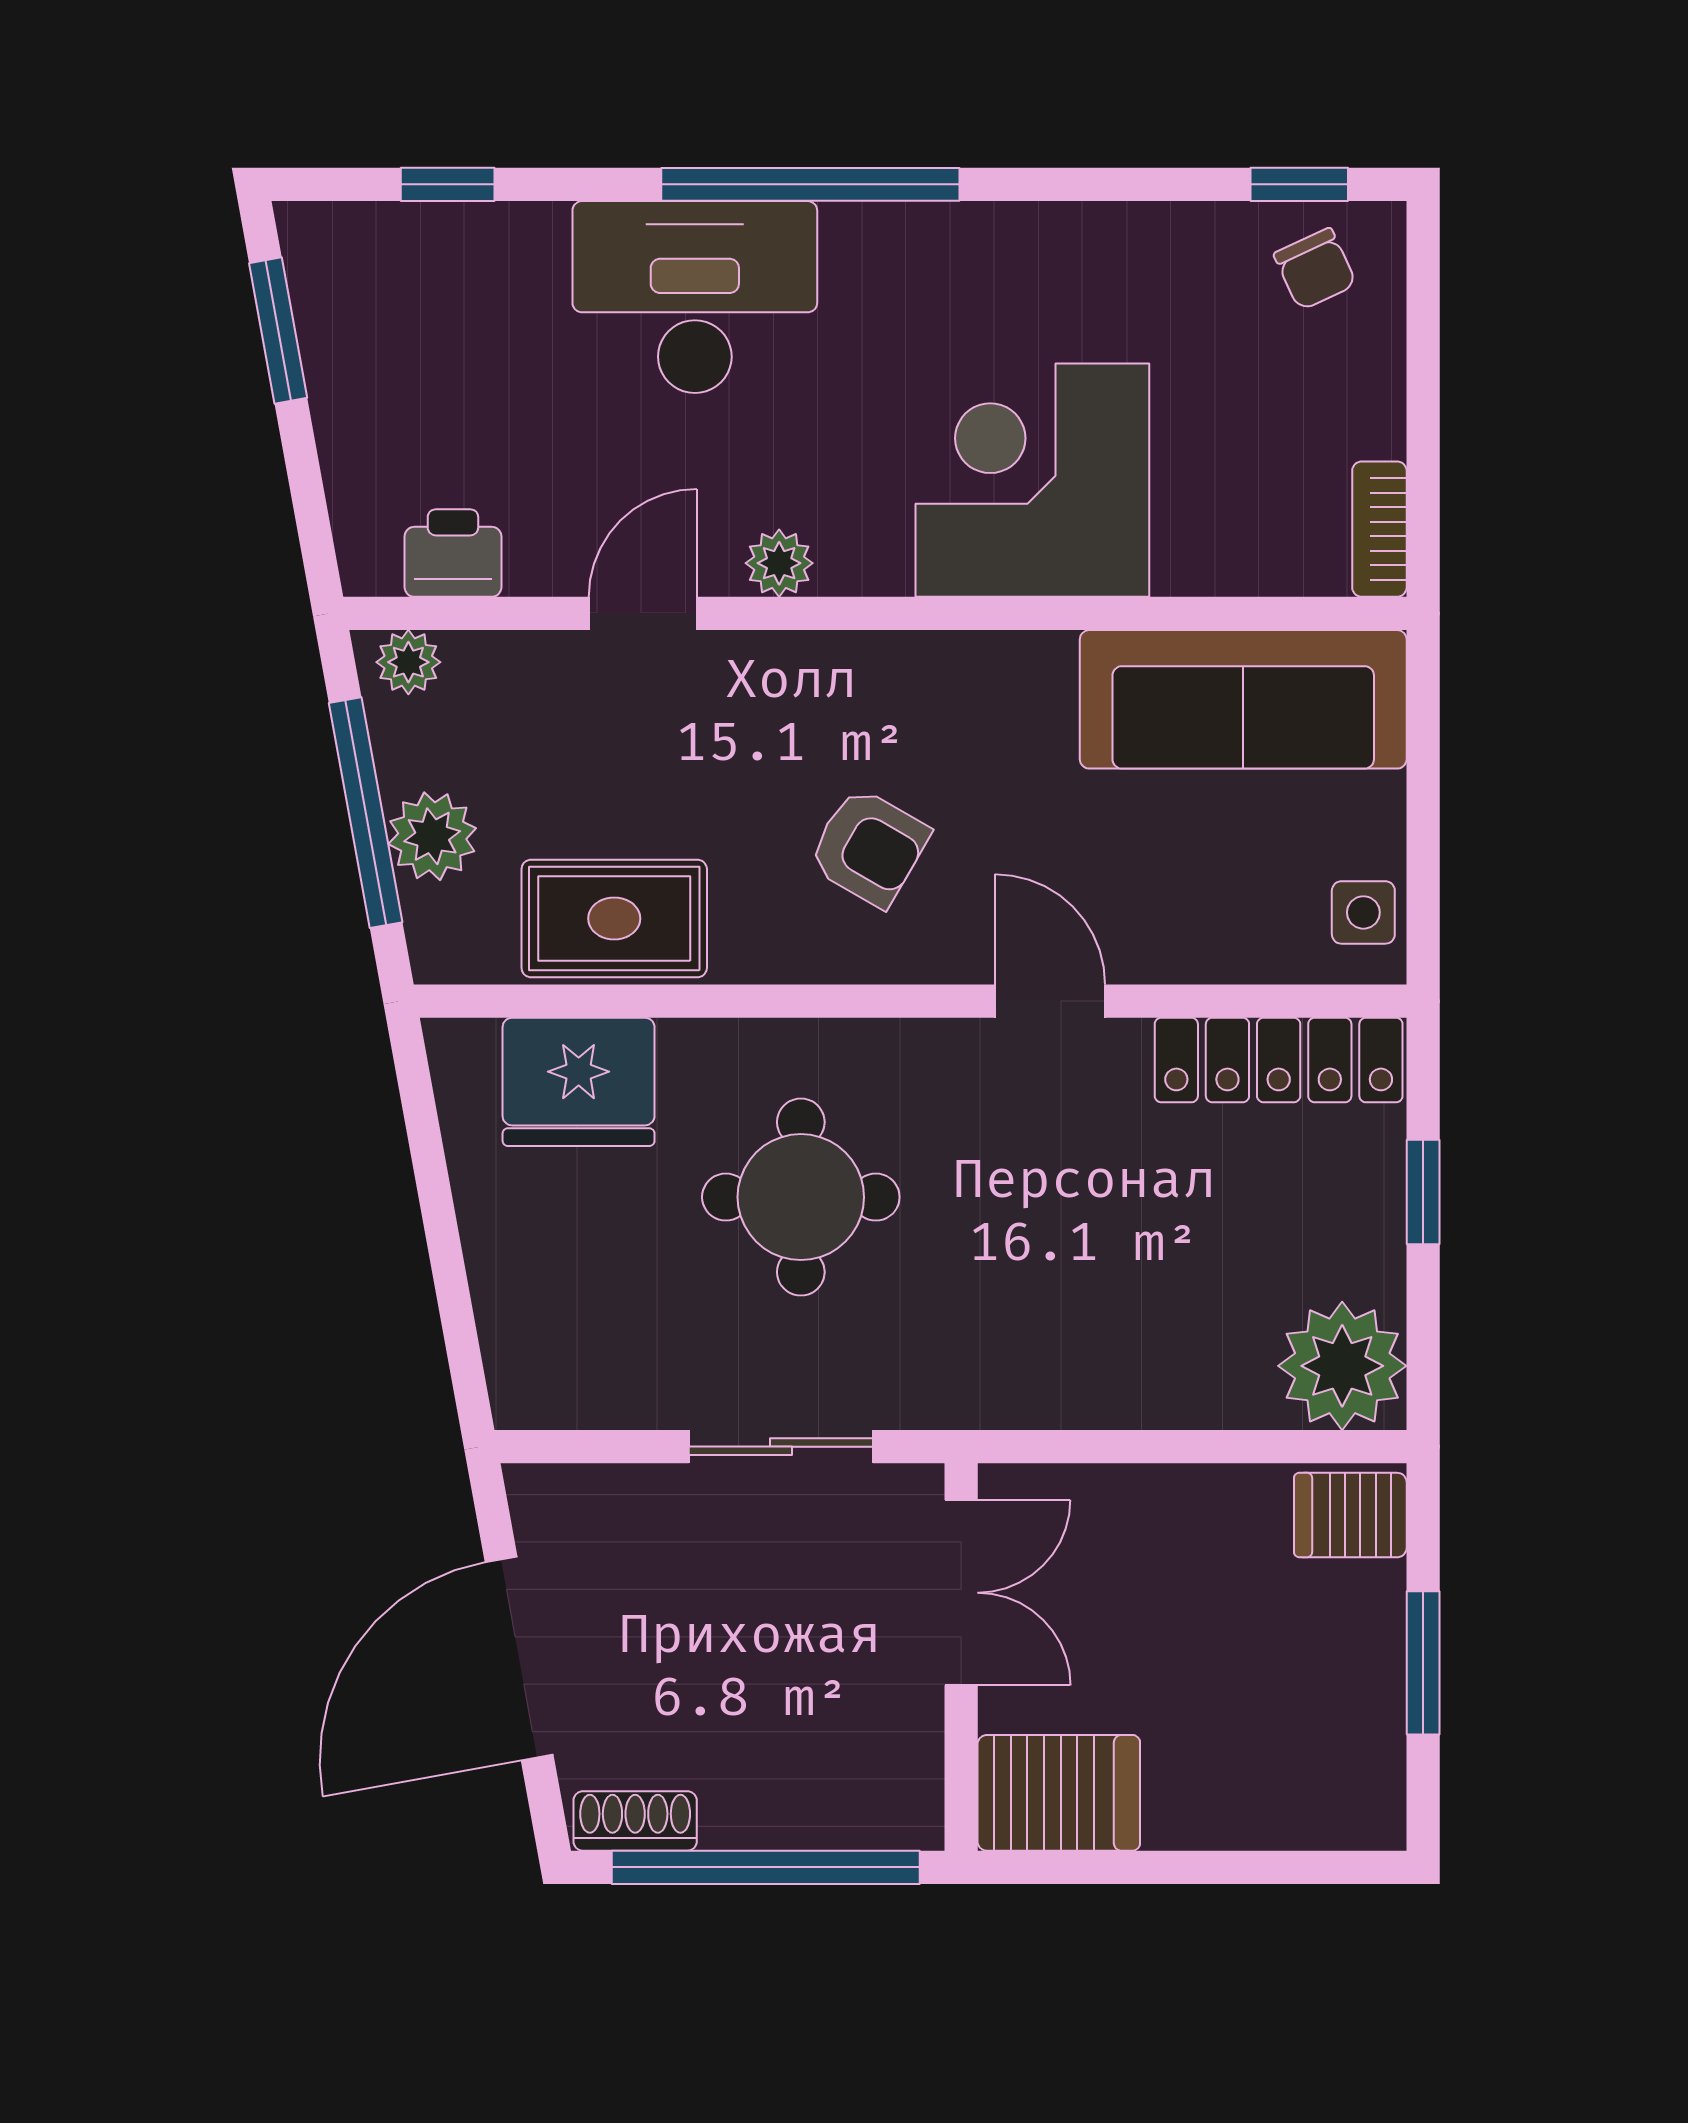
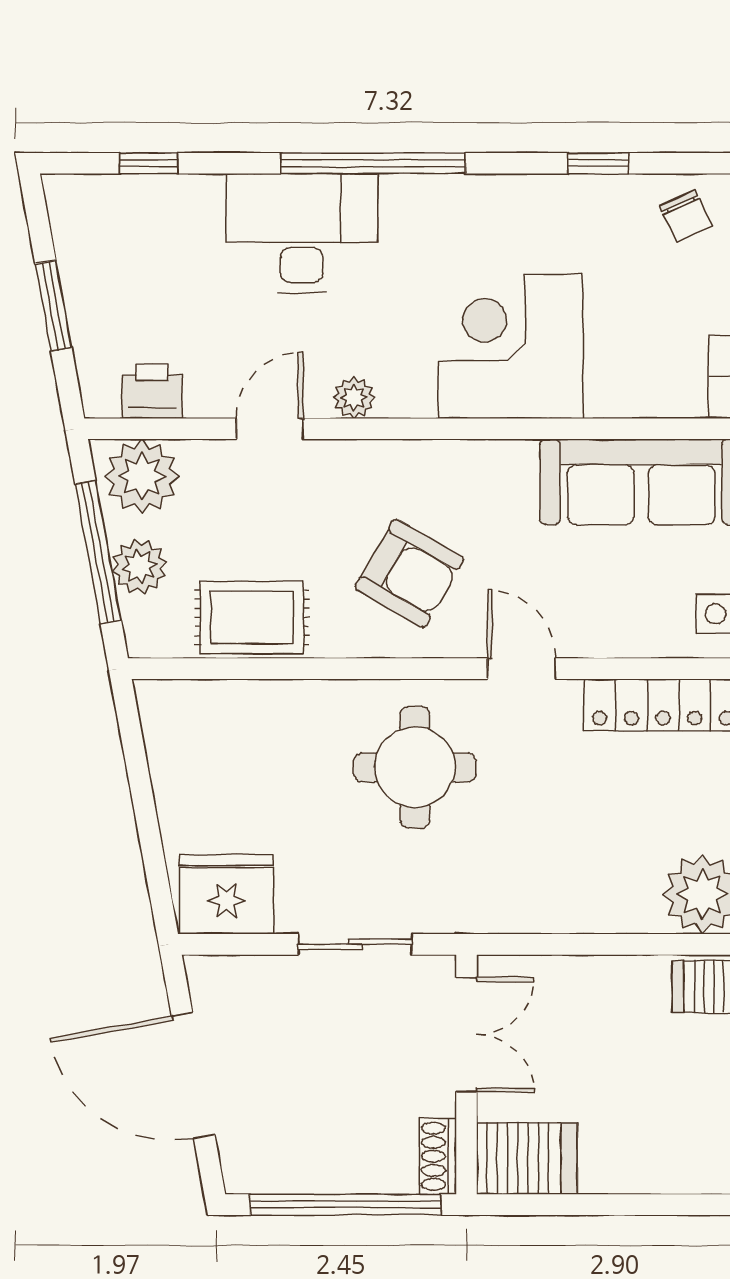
window: (1299, 184) -> (598, 163), moved
window: (278, 330) -> (53, 306), moved
plant: (408, 662) -> (142, 476), width x1.88, depth x1.88
armchair: (869, 847) -> (409, 573), width x1.38, depth x1.38
fridge: (579, 1082) -> (226, 894), moved, turned 180
round table: (801, 1197) -> (415, 767), moved
door: (519, 1659) -> (193, 1075), hinge flipped
shoe rack: (635, 1821) -> (438, 1156), moved, turned -90

